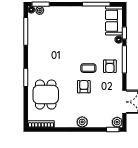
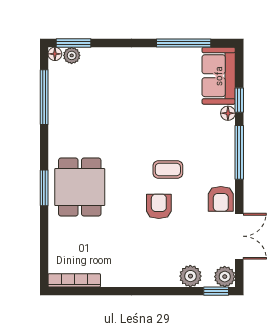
armchair: (110, 66) -> (221, 199), moved
dining table: (46, 95) -> (80, 187), moved
plant: (82, 122) -> (190, 276), moved

